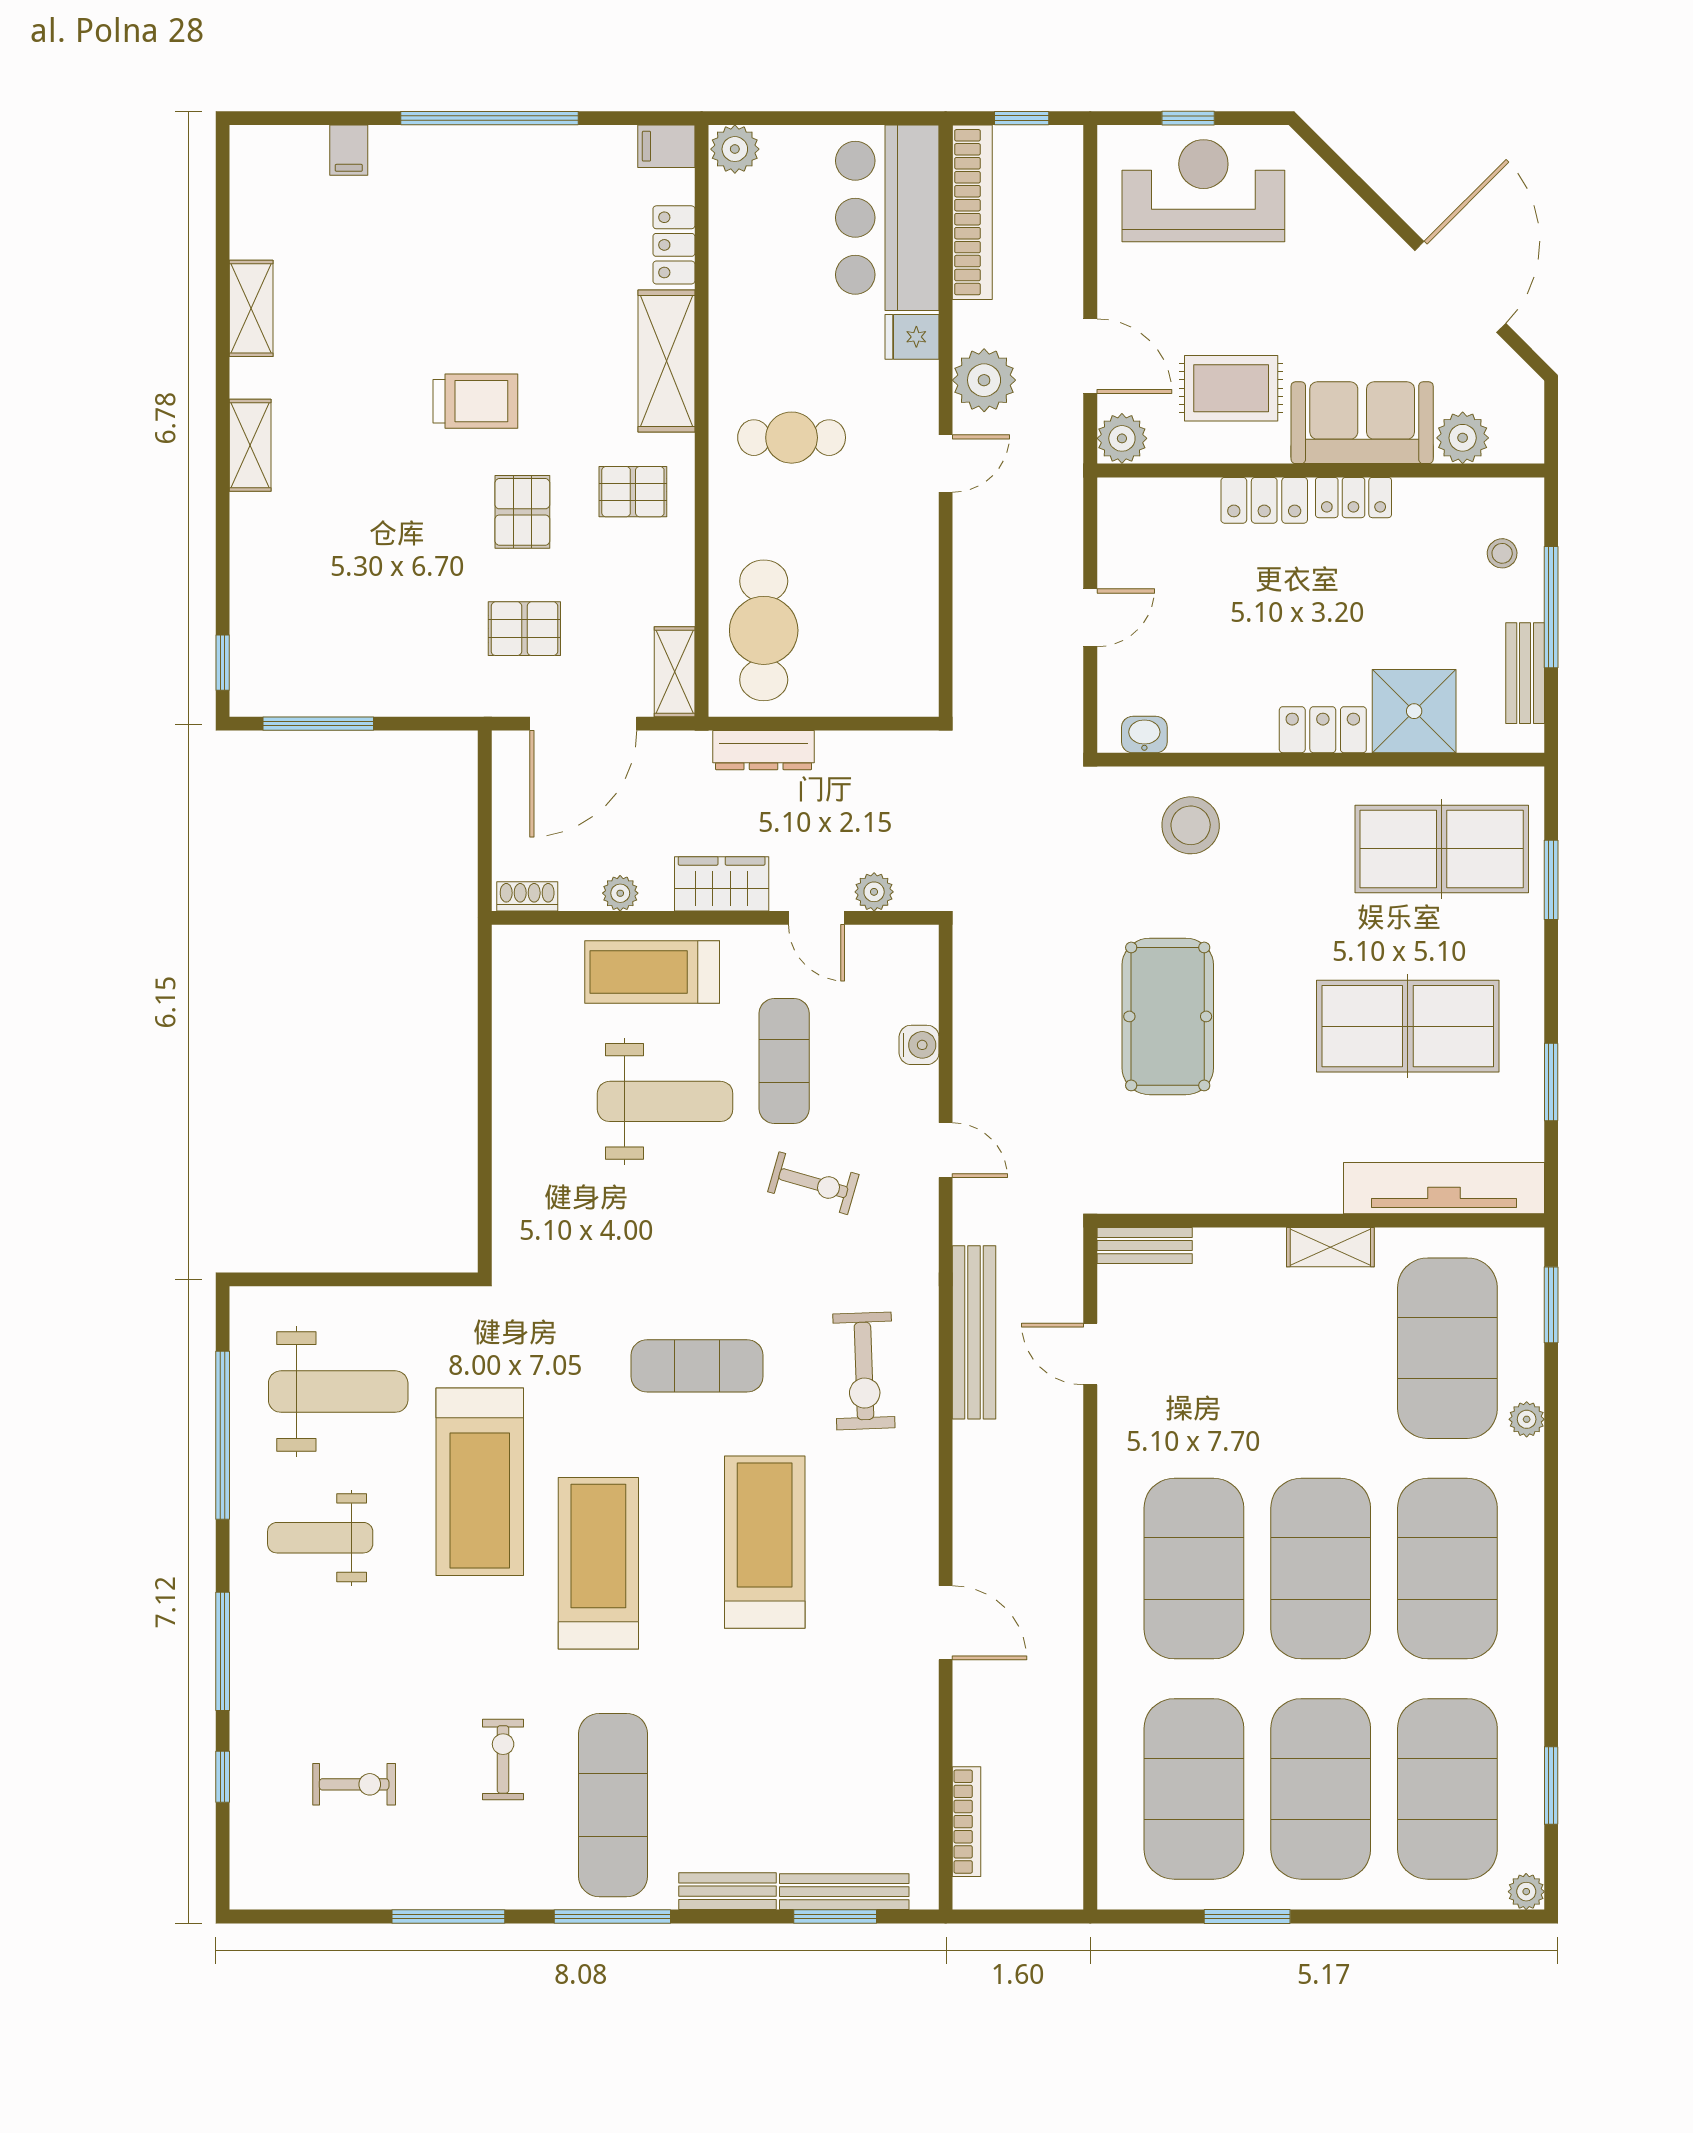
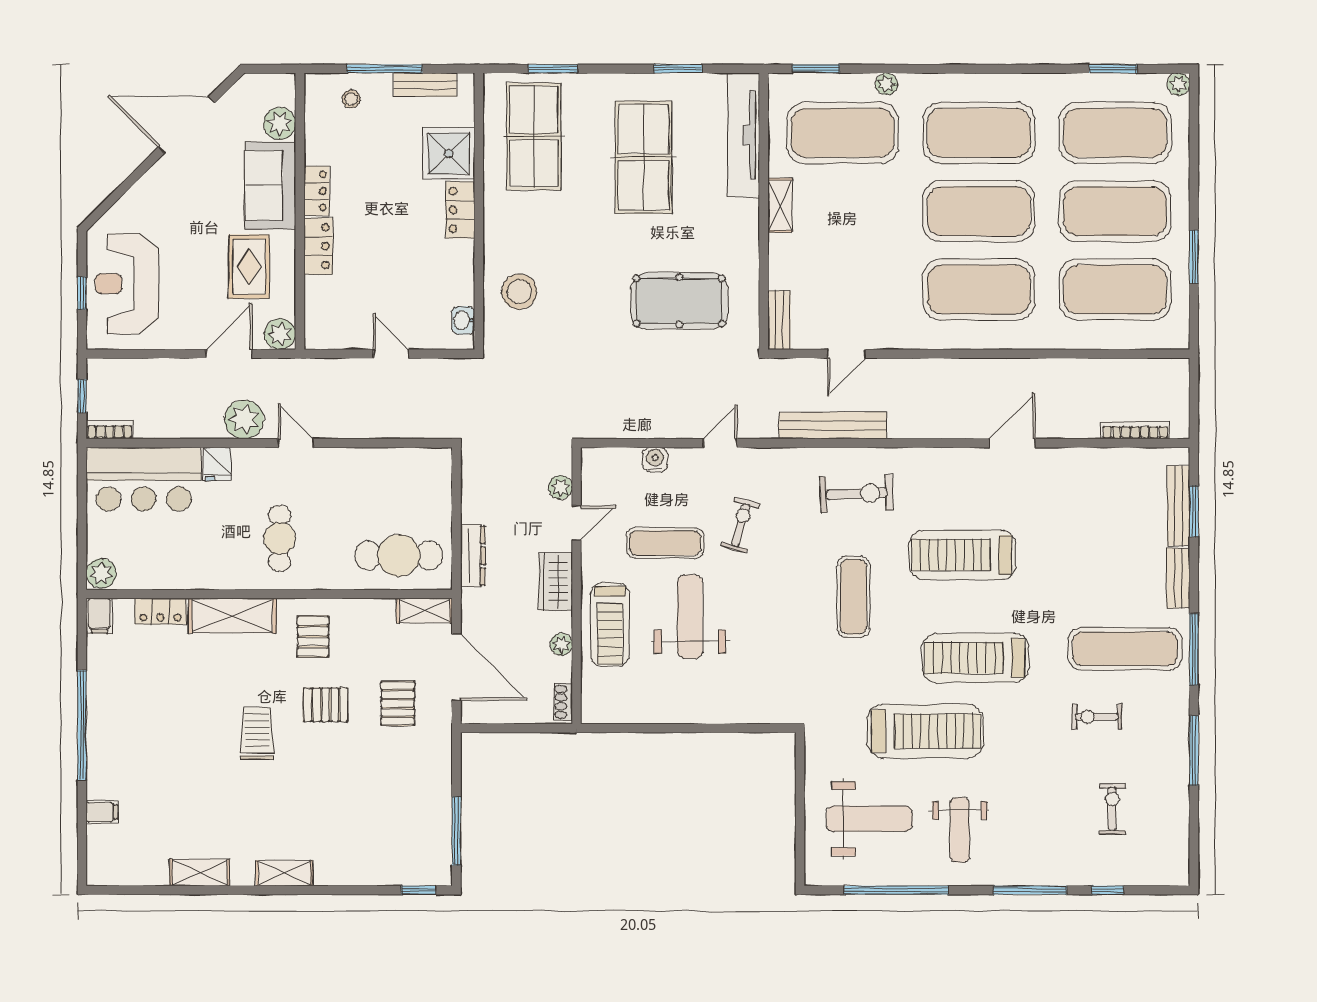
bookcase: (972, 212) -> (110, 430), width x0.43, depth x0.76
pool table: (1168, 1016) -> (679, 301), moved
weight bench: (338, 1392) -> (869, 819), turned 90

